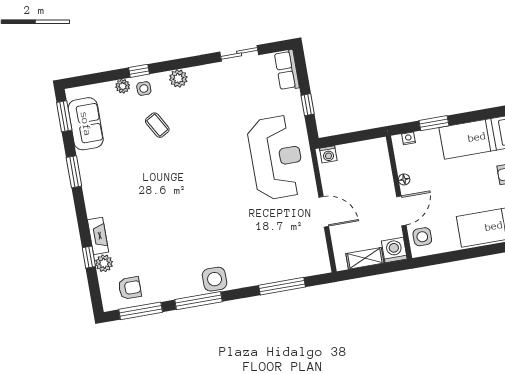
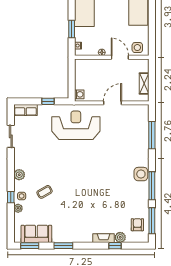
washing machine: (394, 250) -> (142, 65), removed

